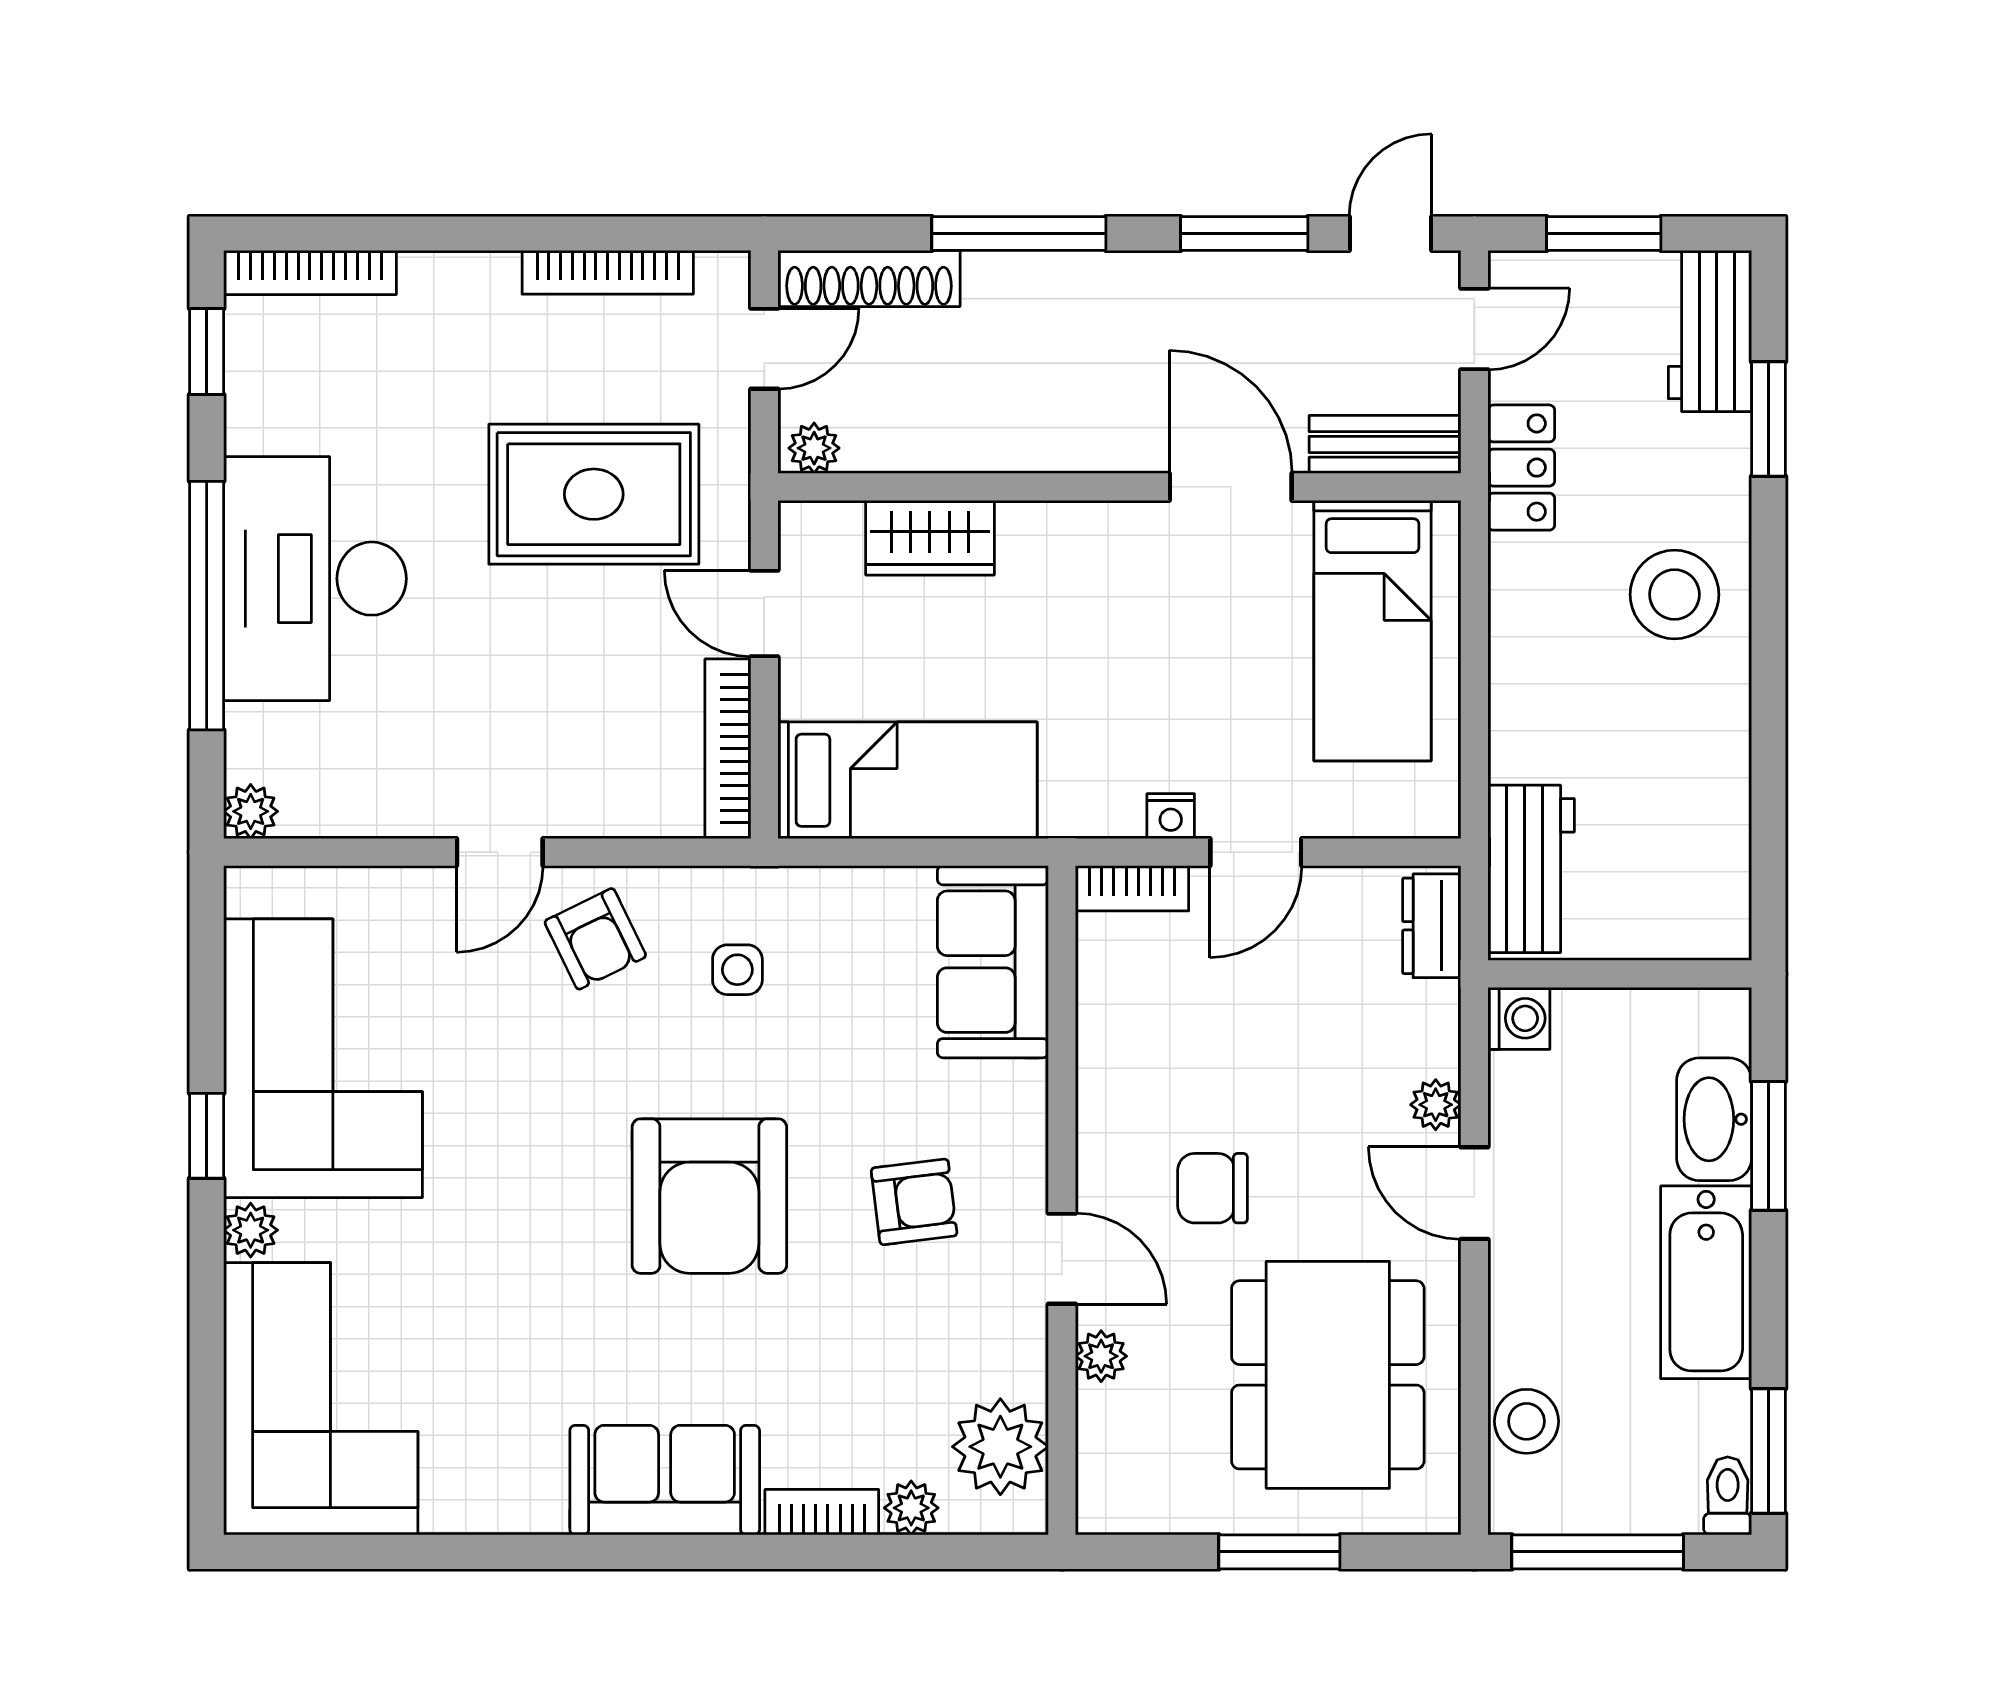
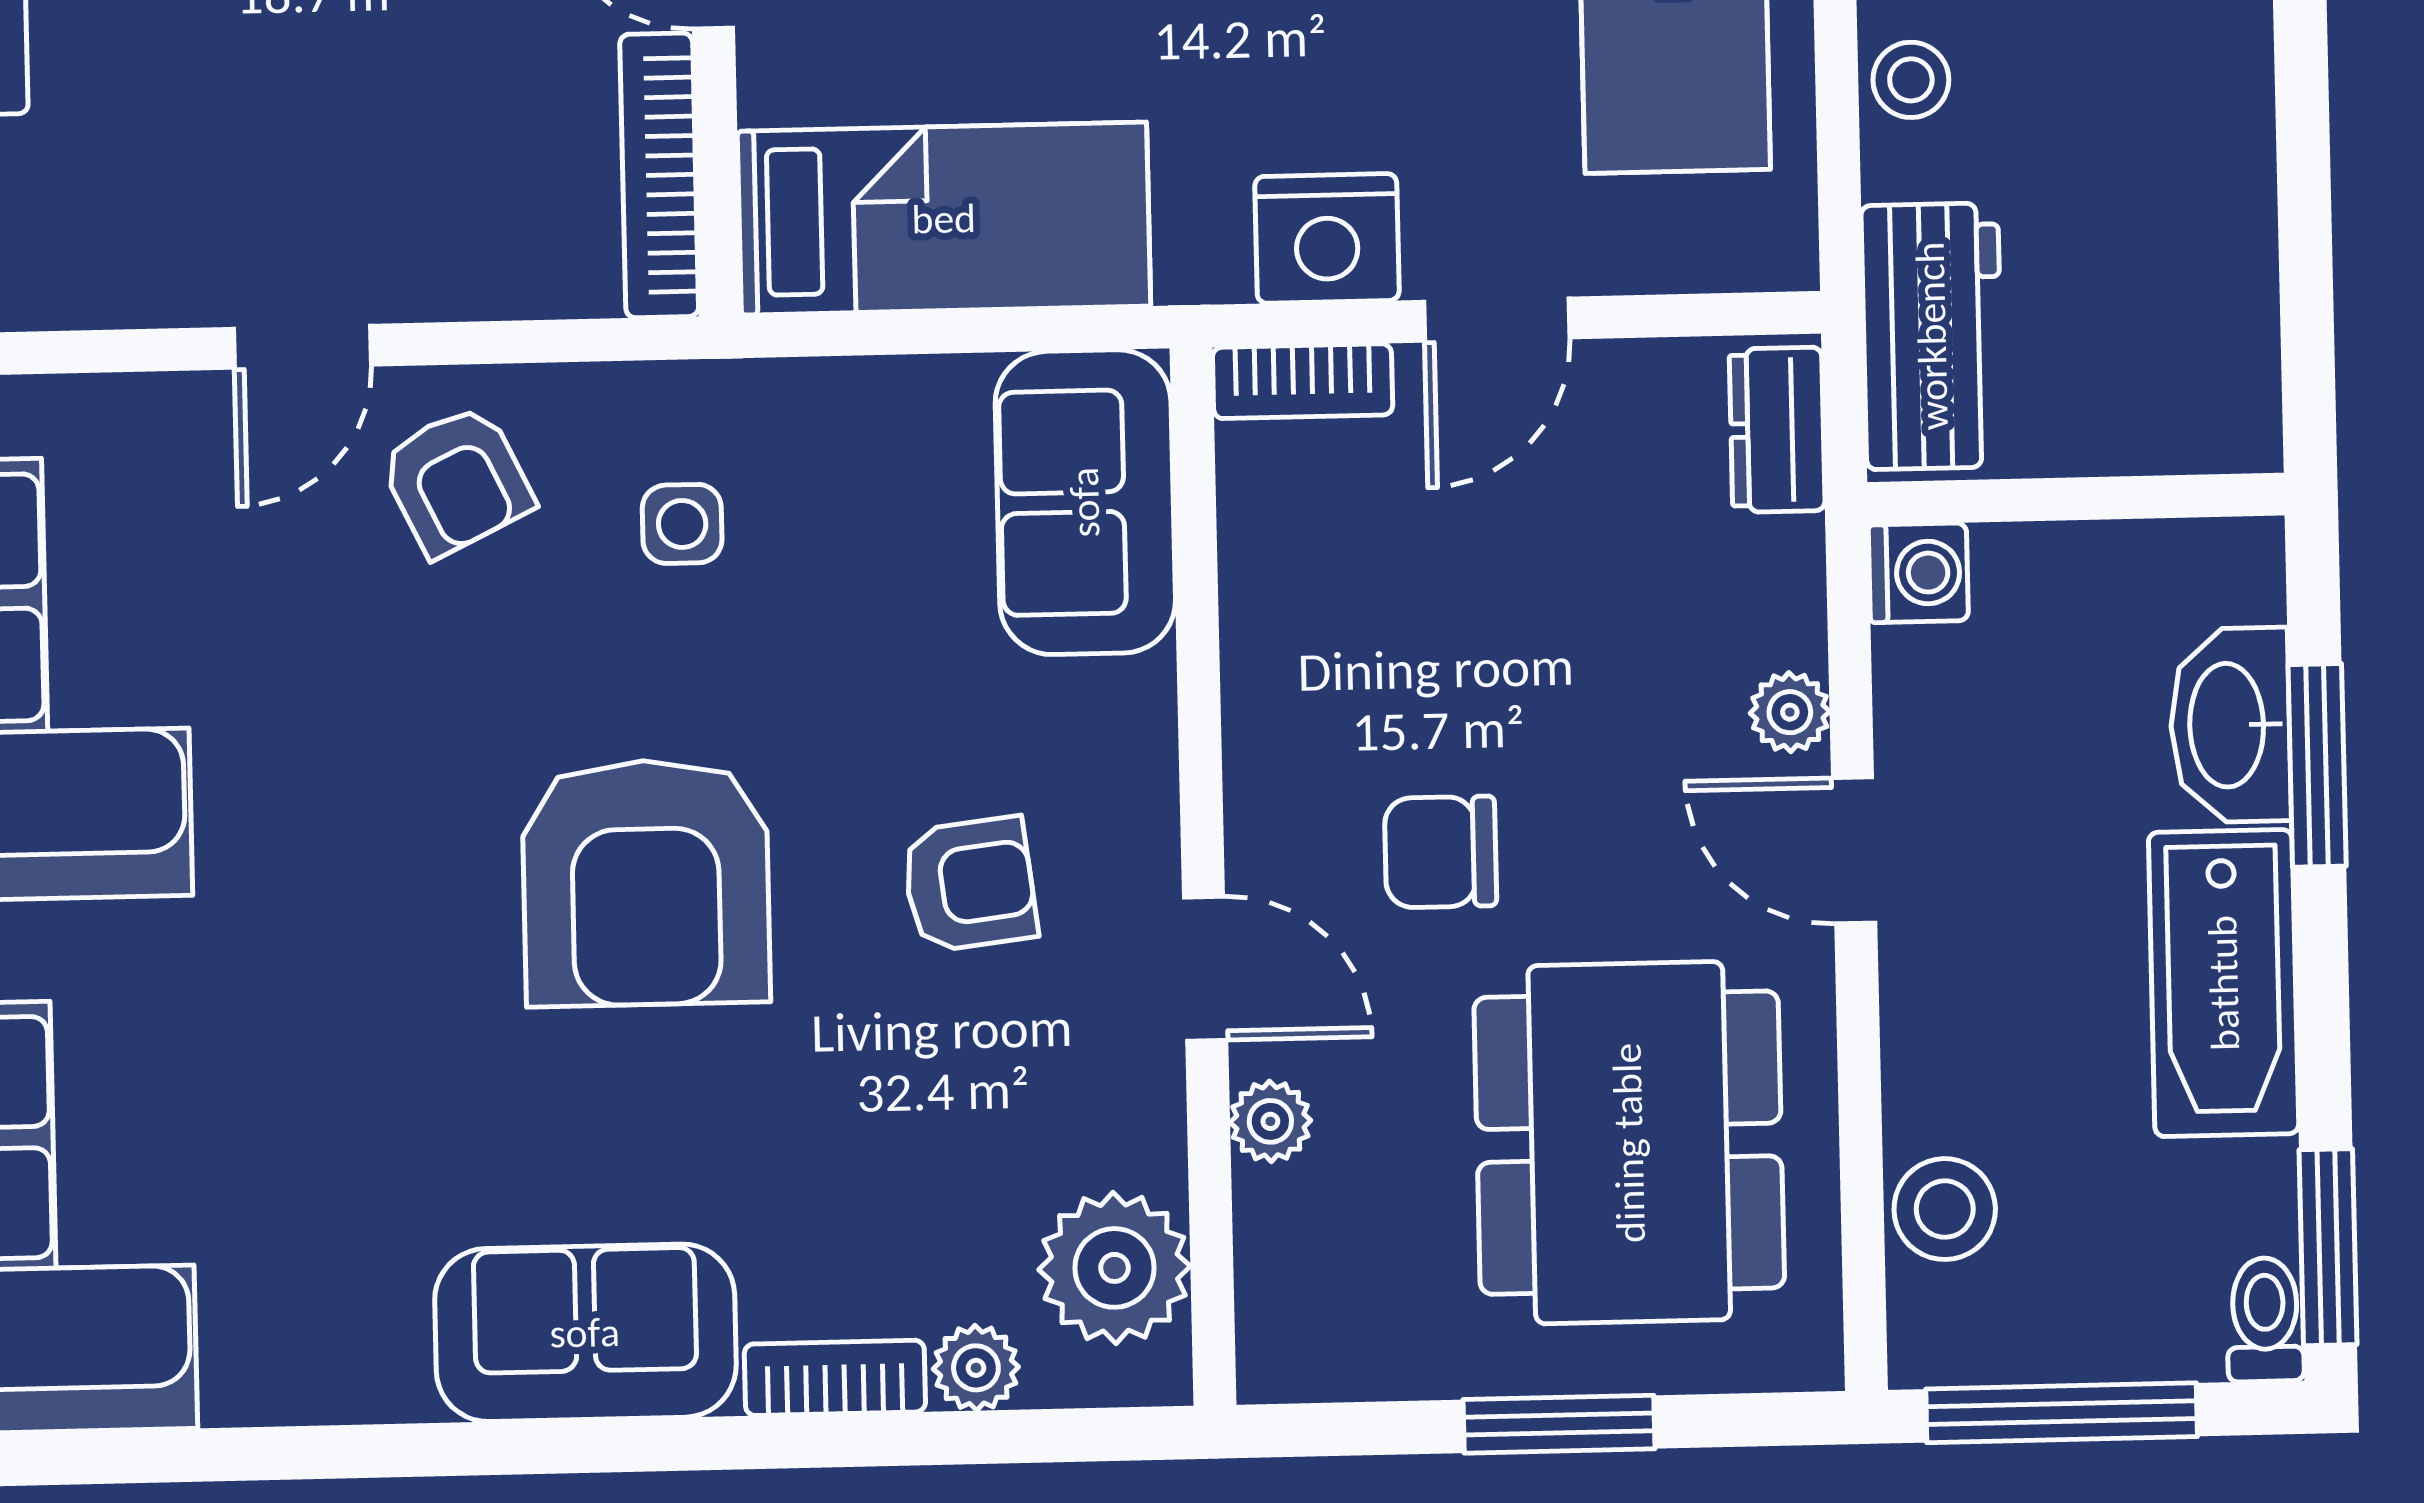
stool: (1521, 706) -> (1911, 80), added
nightstand: (1171, 816) -> (1327, 238), width x1.89, depth x1.79

